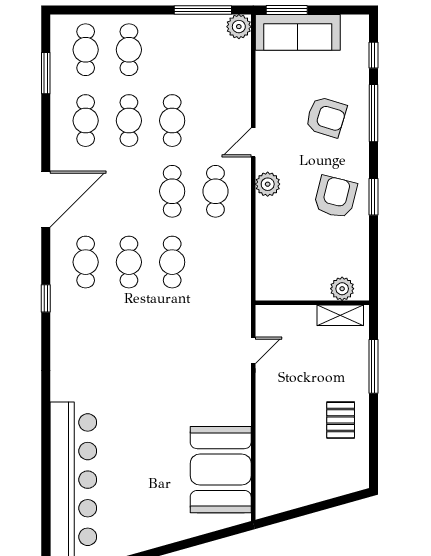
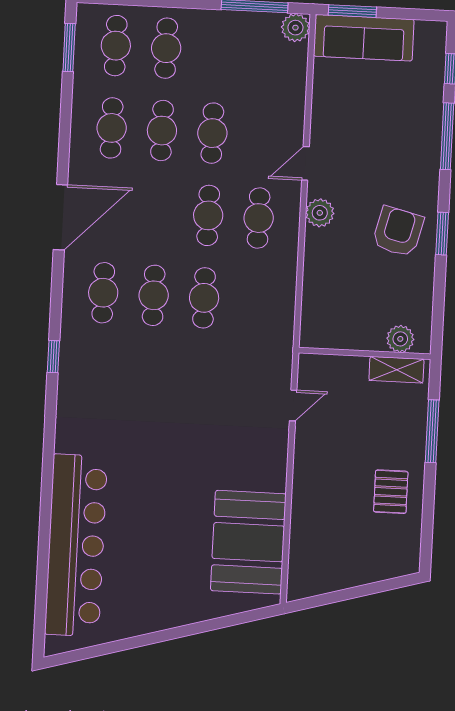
window: (46, 73) -> (69, 48), moved
armchair: (326, 117) -> (392, 138), removed
window: (46, 298) -> (53, 357), moved

